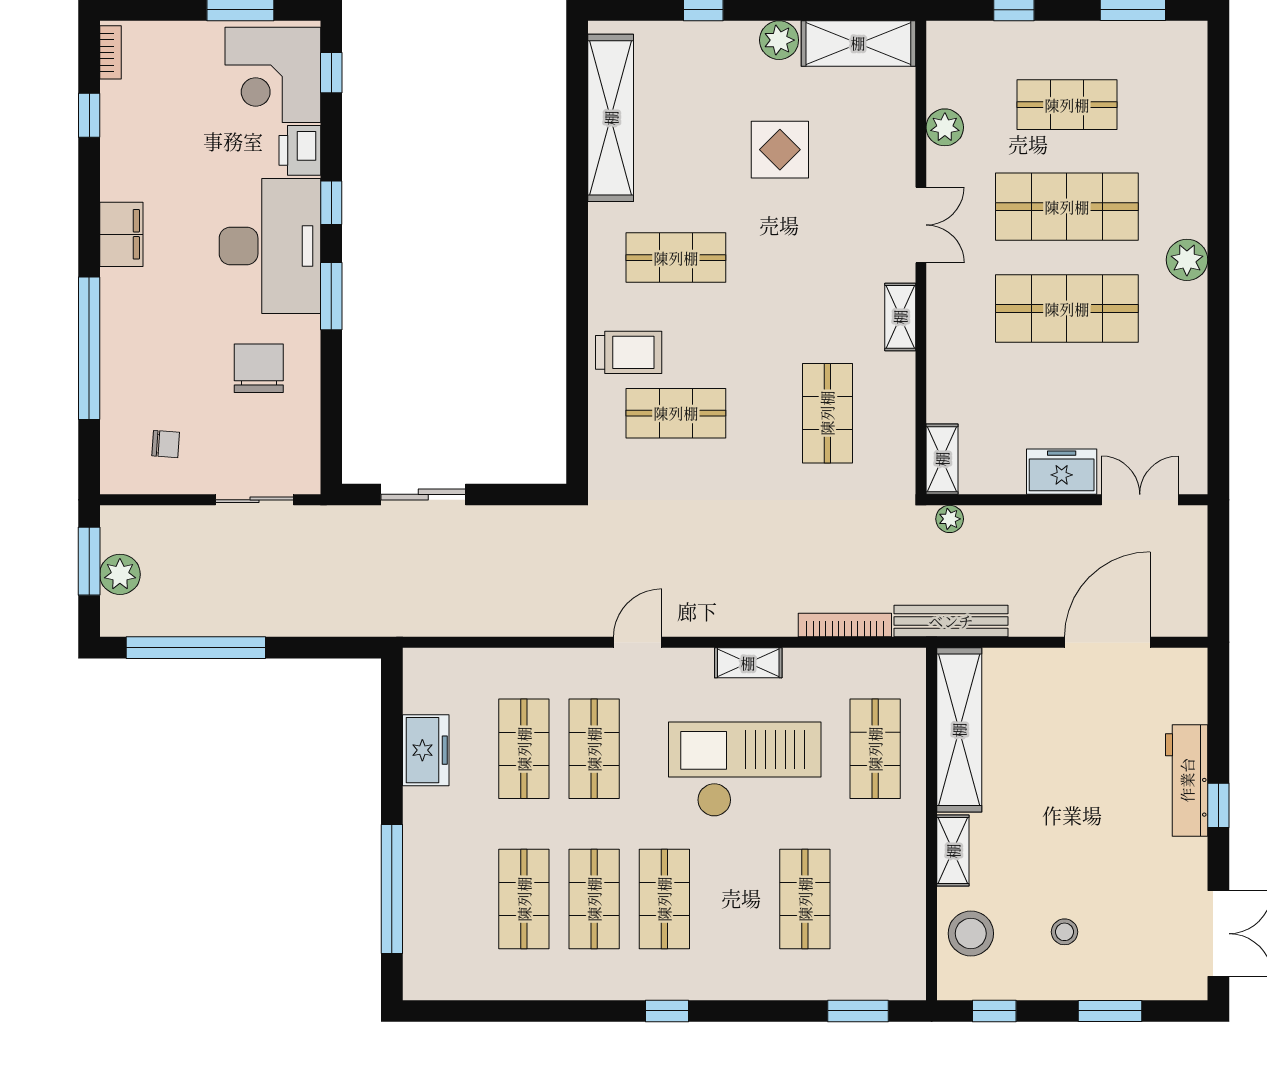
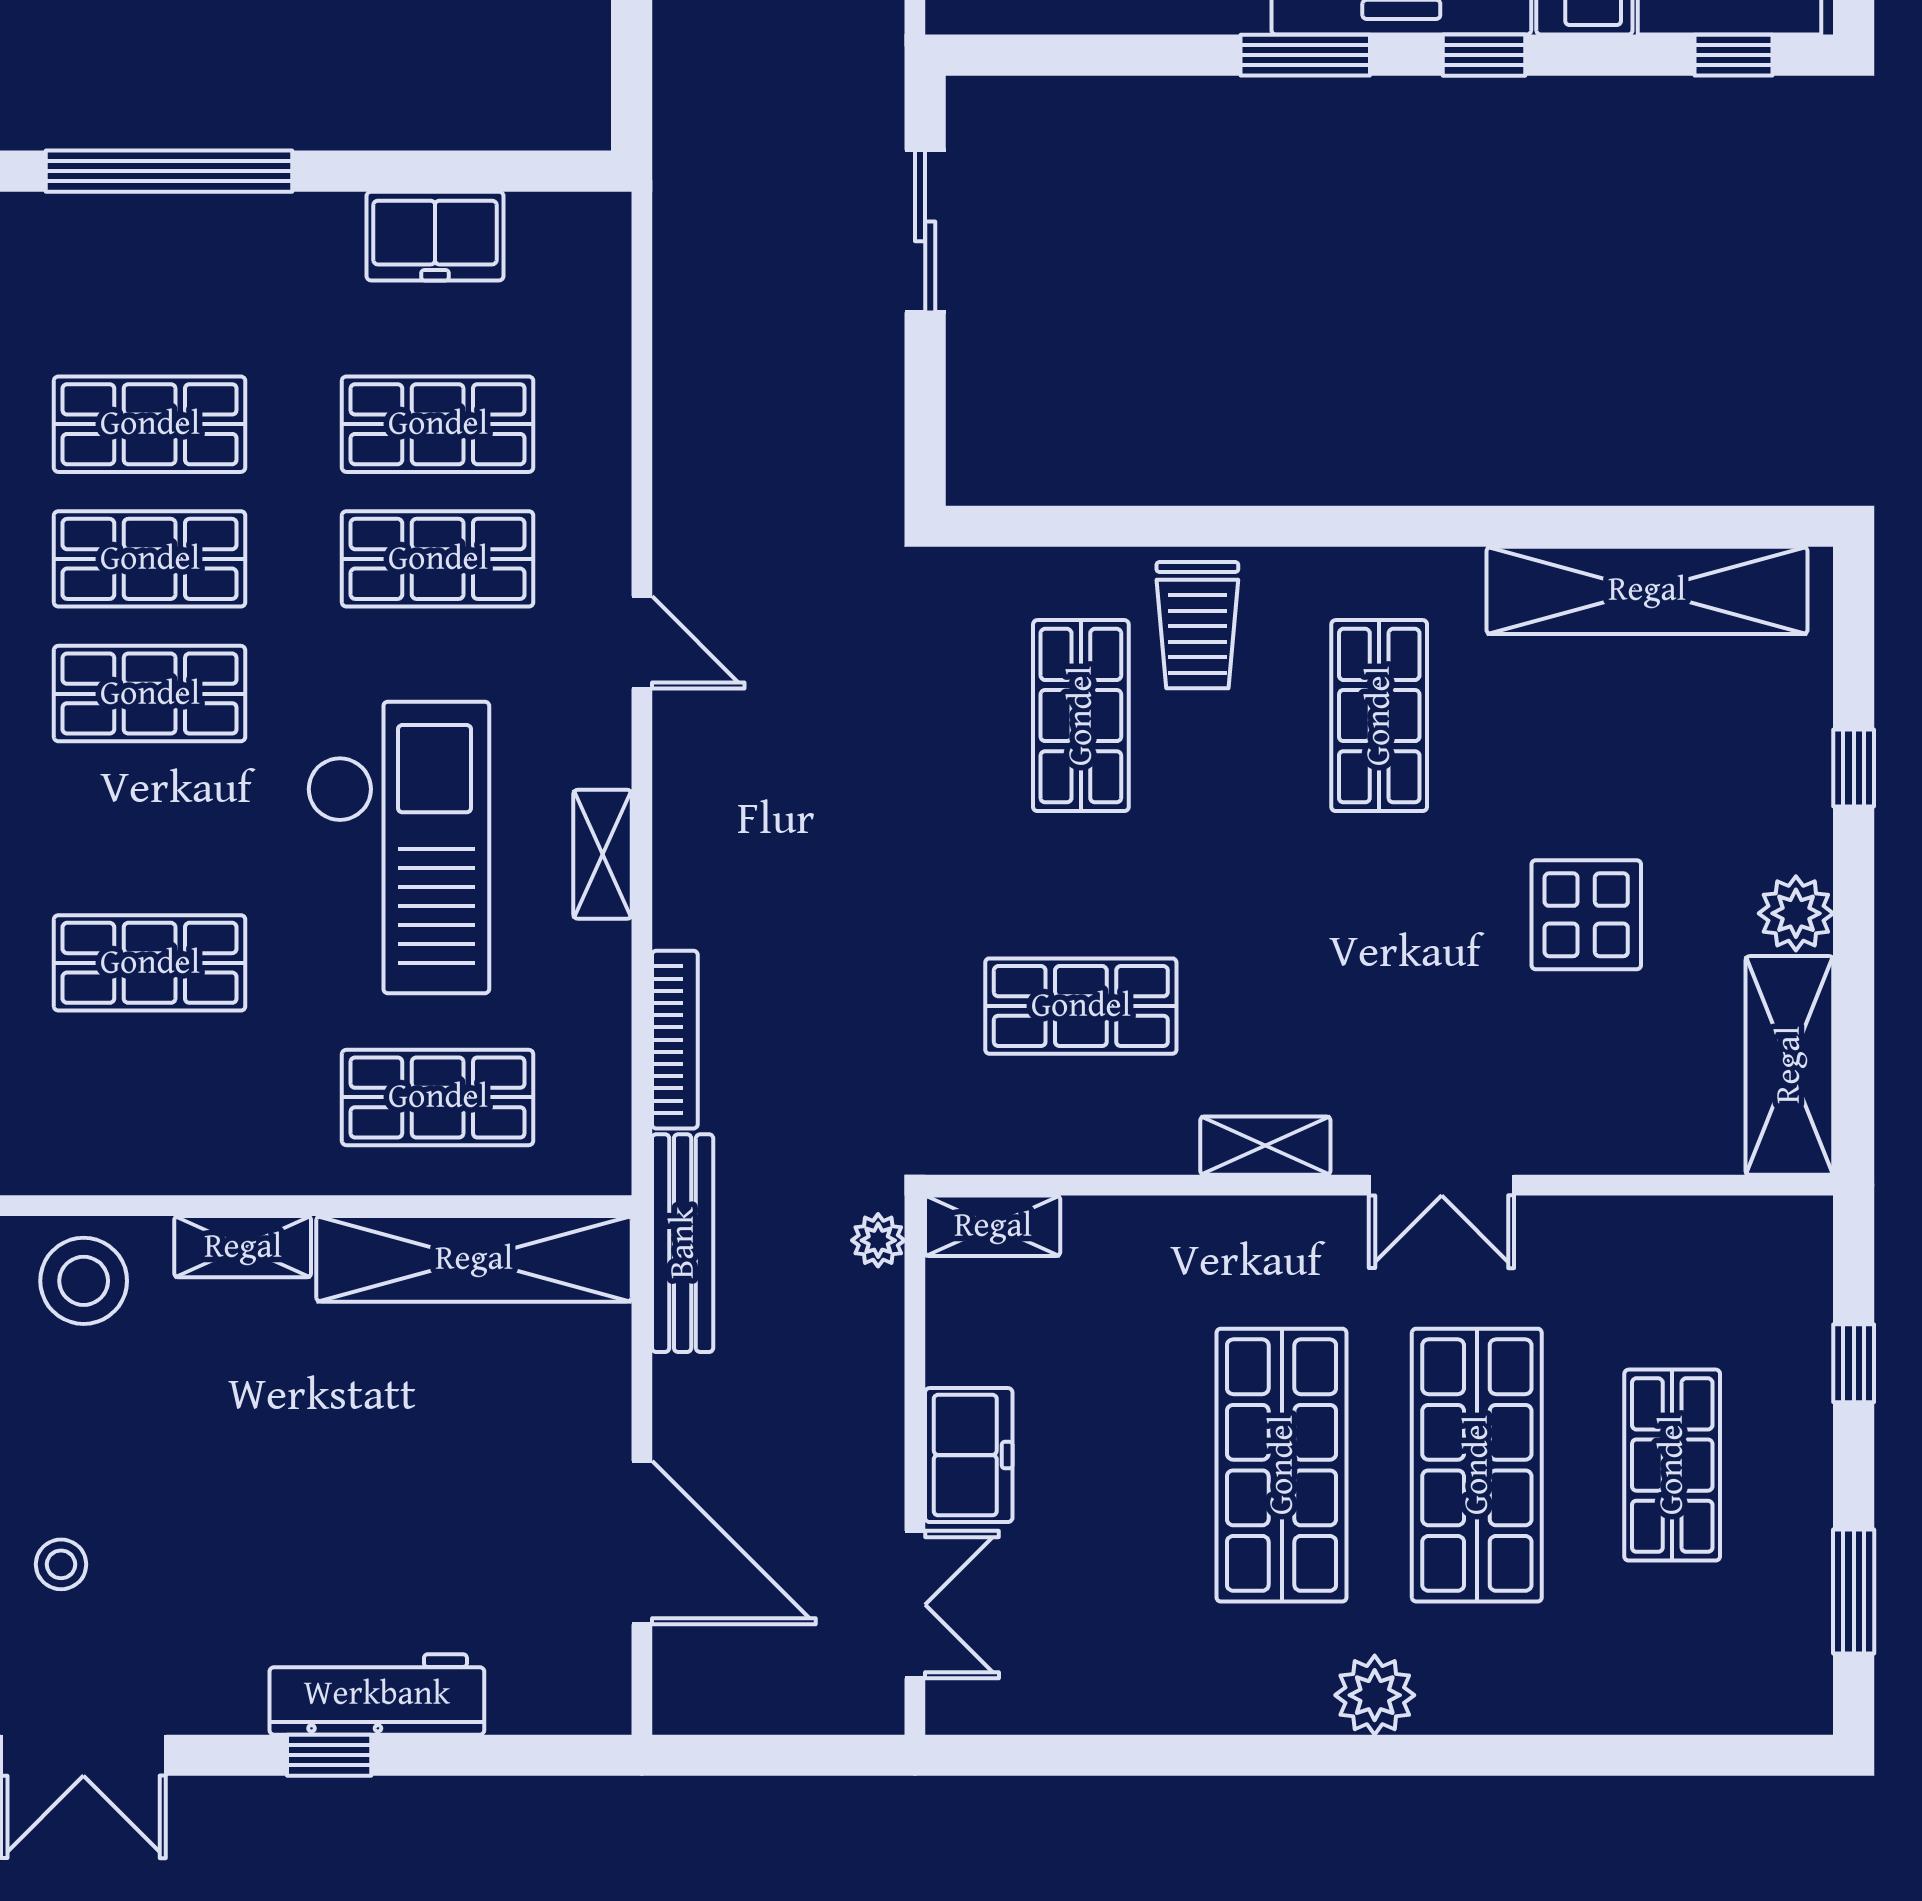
plant: (945, 127) -> (1629, 1231), removed
stool: (1064, 932) -> (61, 1564), moved

